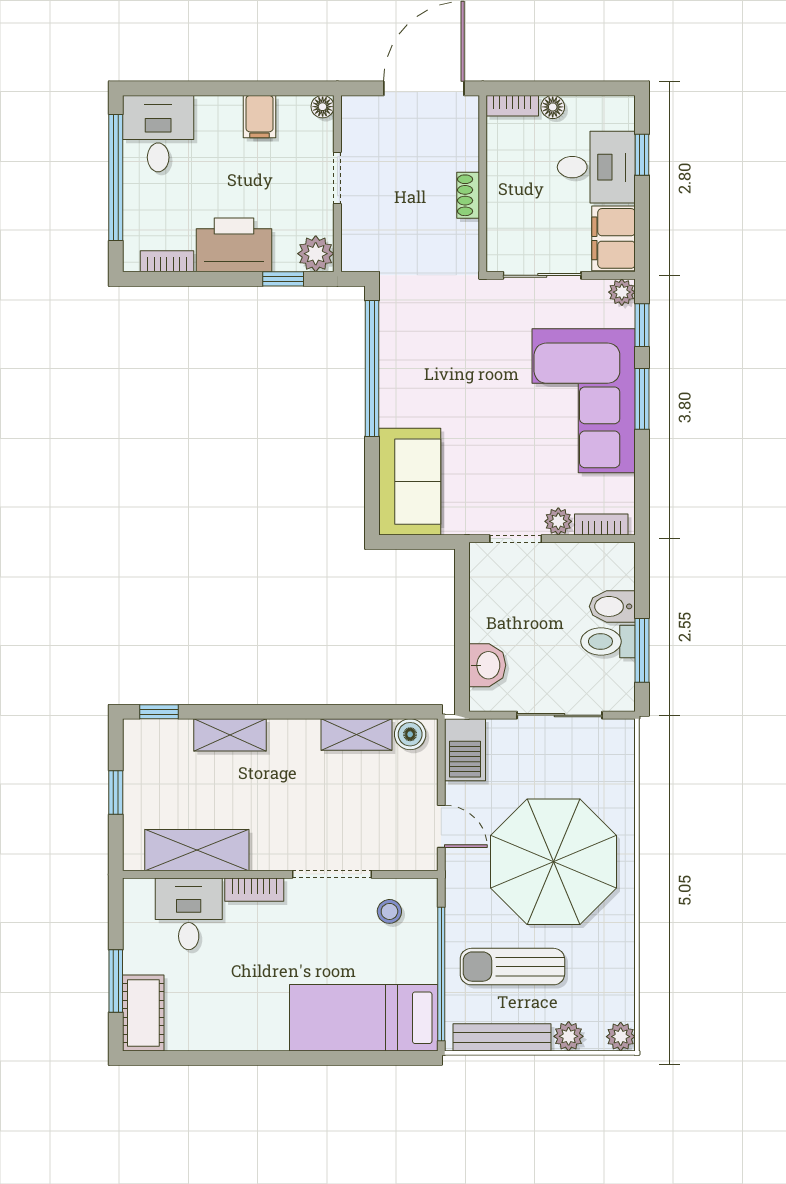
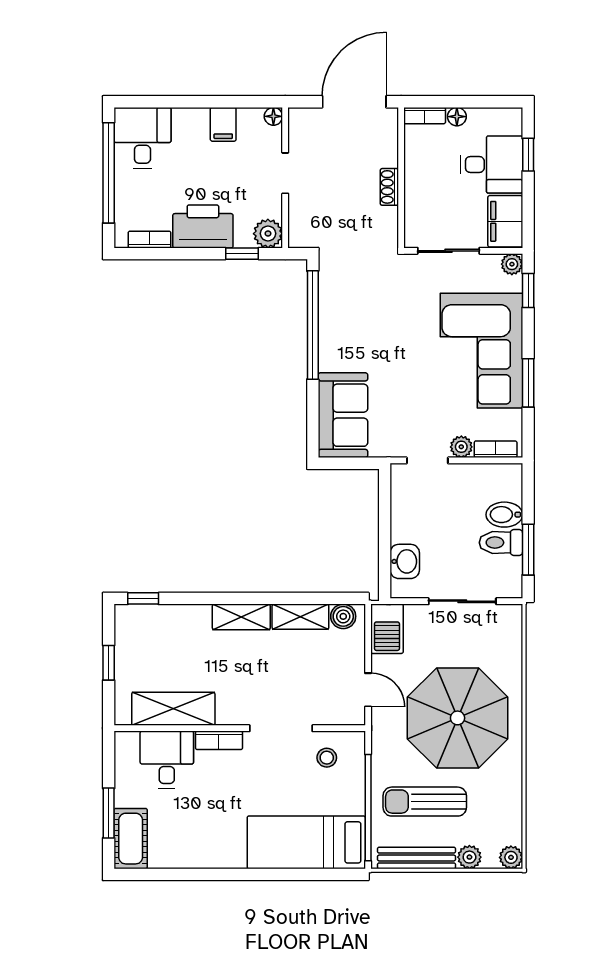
window: (642, 399) -> (528, 383), moved
shelving: (230, 735) -> (241, 617), moved

